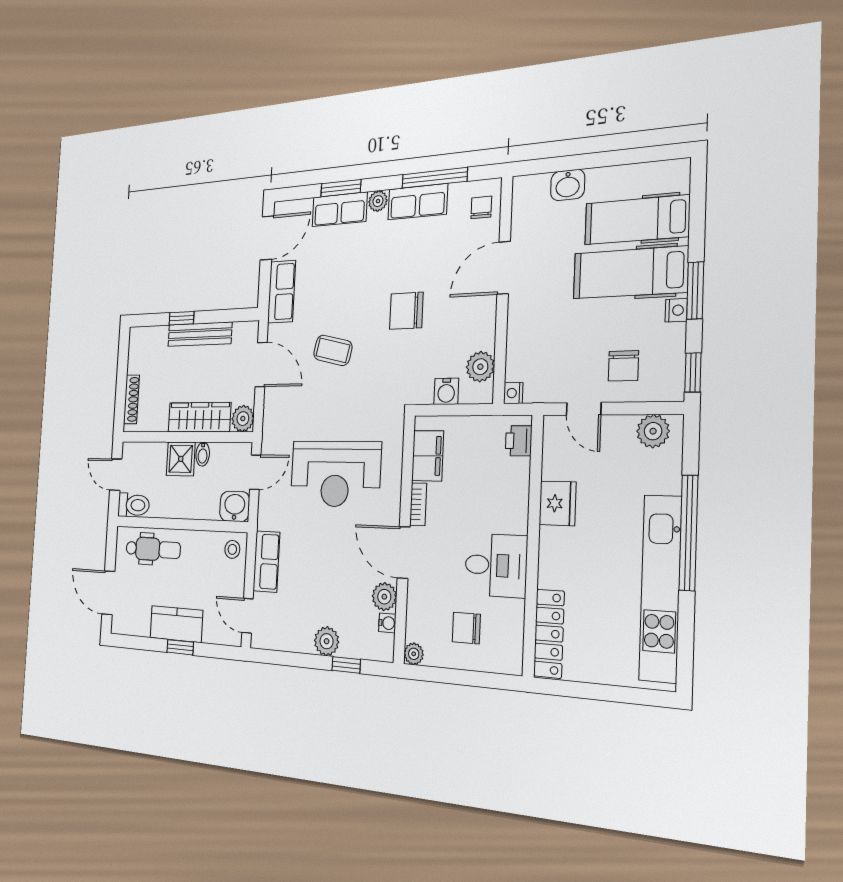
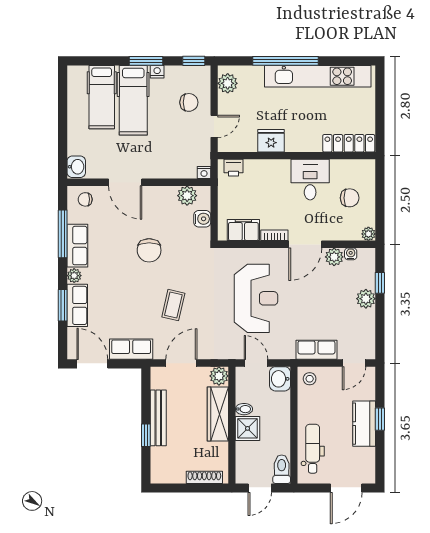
washbasin: (568, 185) -> (76, 167), moved
chair: (466, 628) -> (350, 198), turned -90

